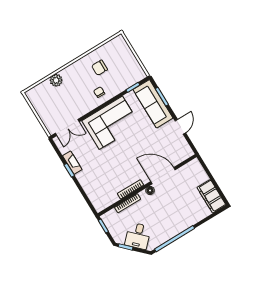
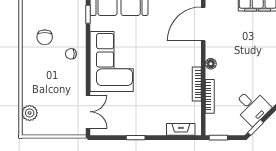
plant: (56, 80) -> (30, 113), moved
fireplace: (72, 163) -> (181, 129), moved
door: (163, 176) -> (203, 24), moved

